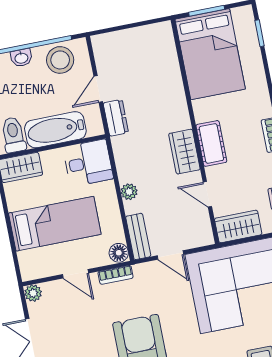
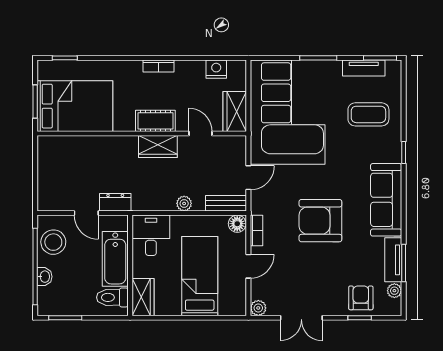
door: (207, 194) -> (200, 134), swing flipped

